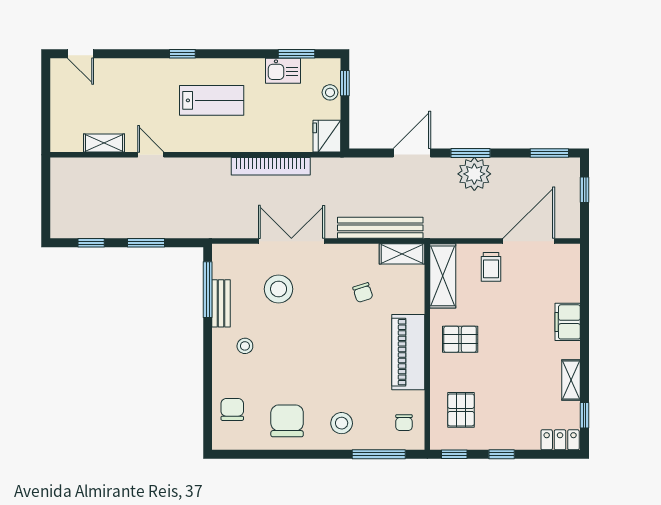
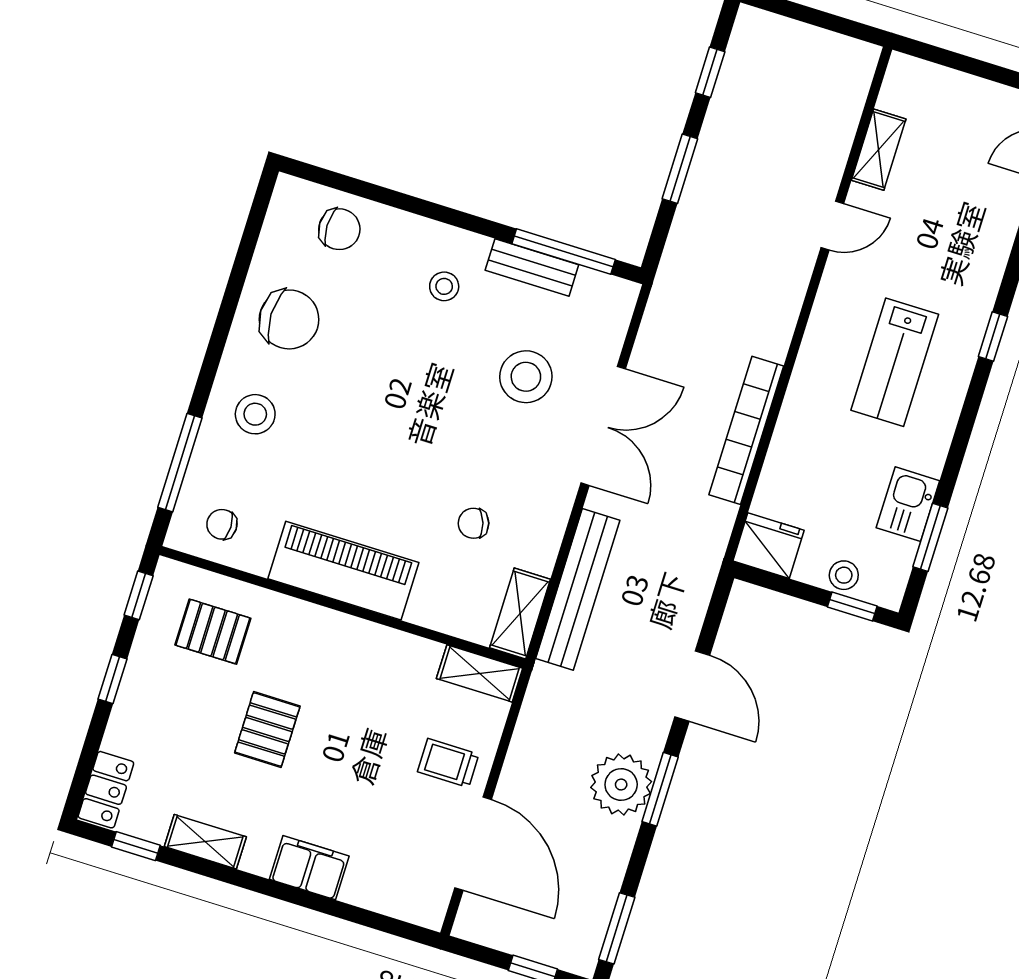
shelving: (443, 276) -> (480, 673), width x0.67, depth x0.75
pallet: (460, 339) -> (267, 730), moved

